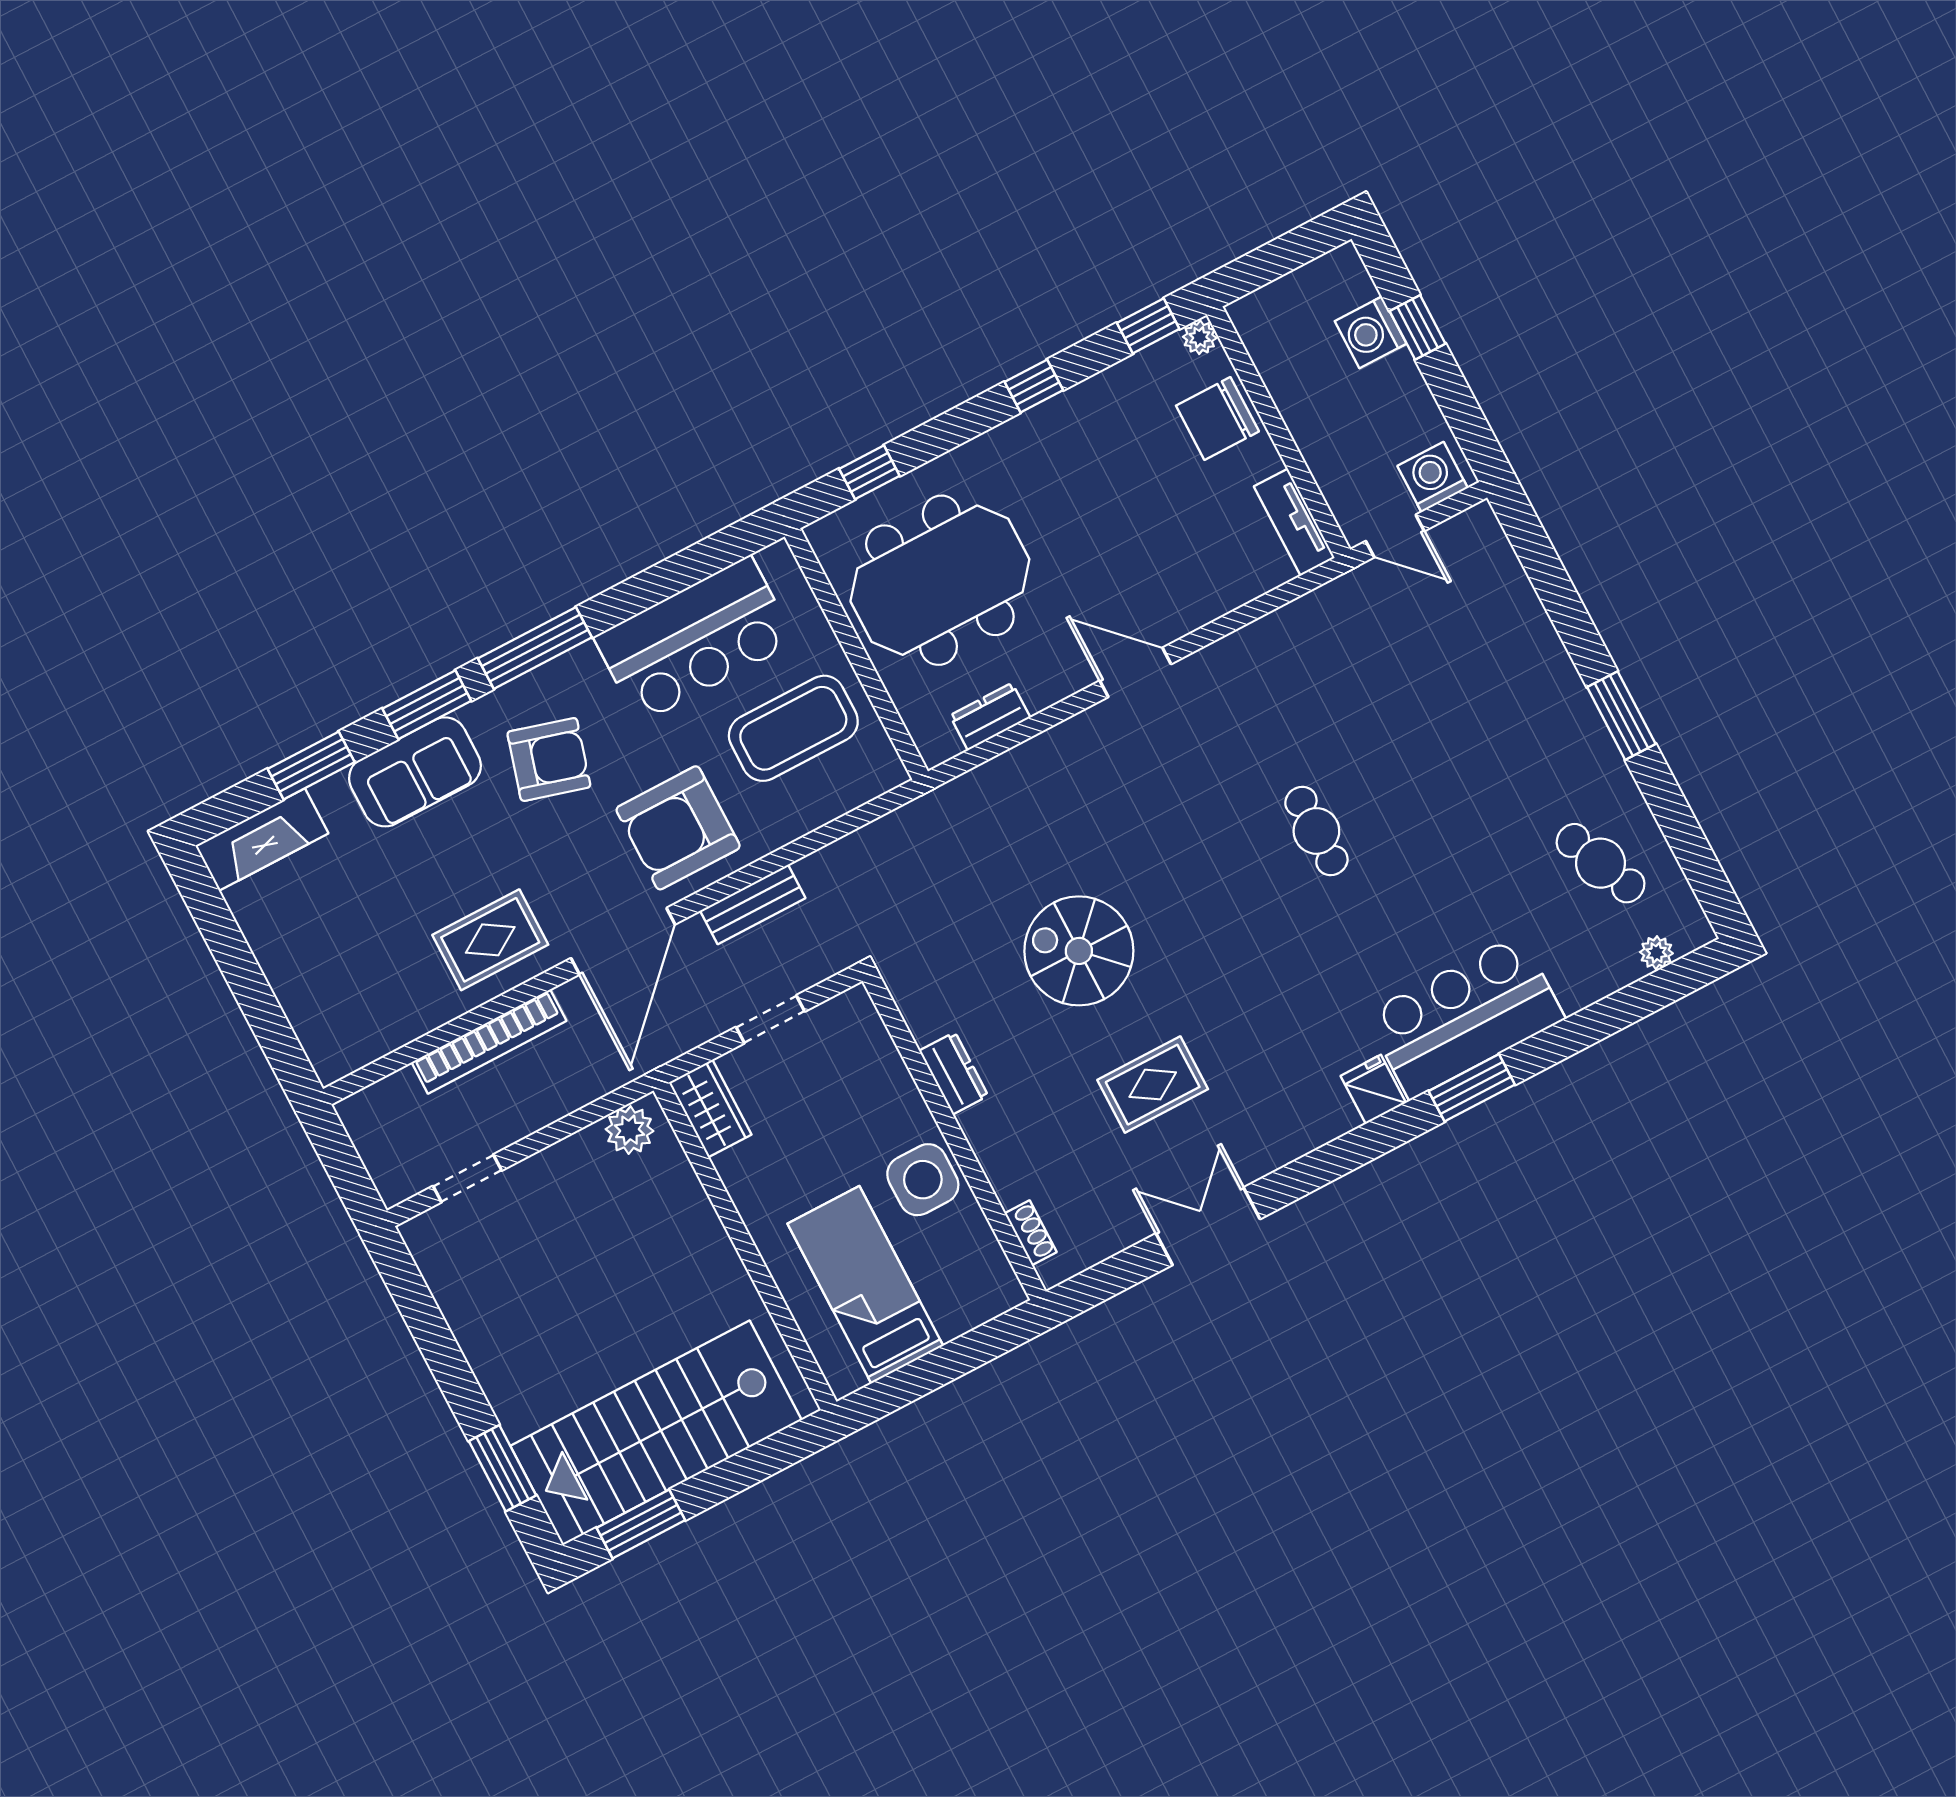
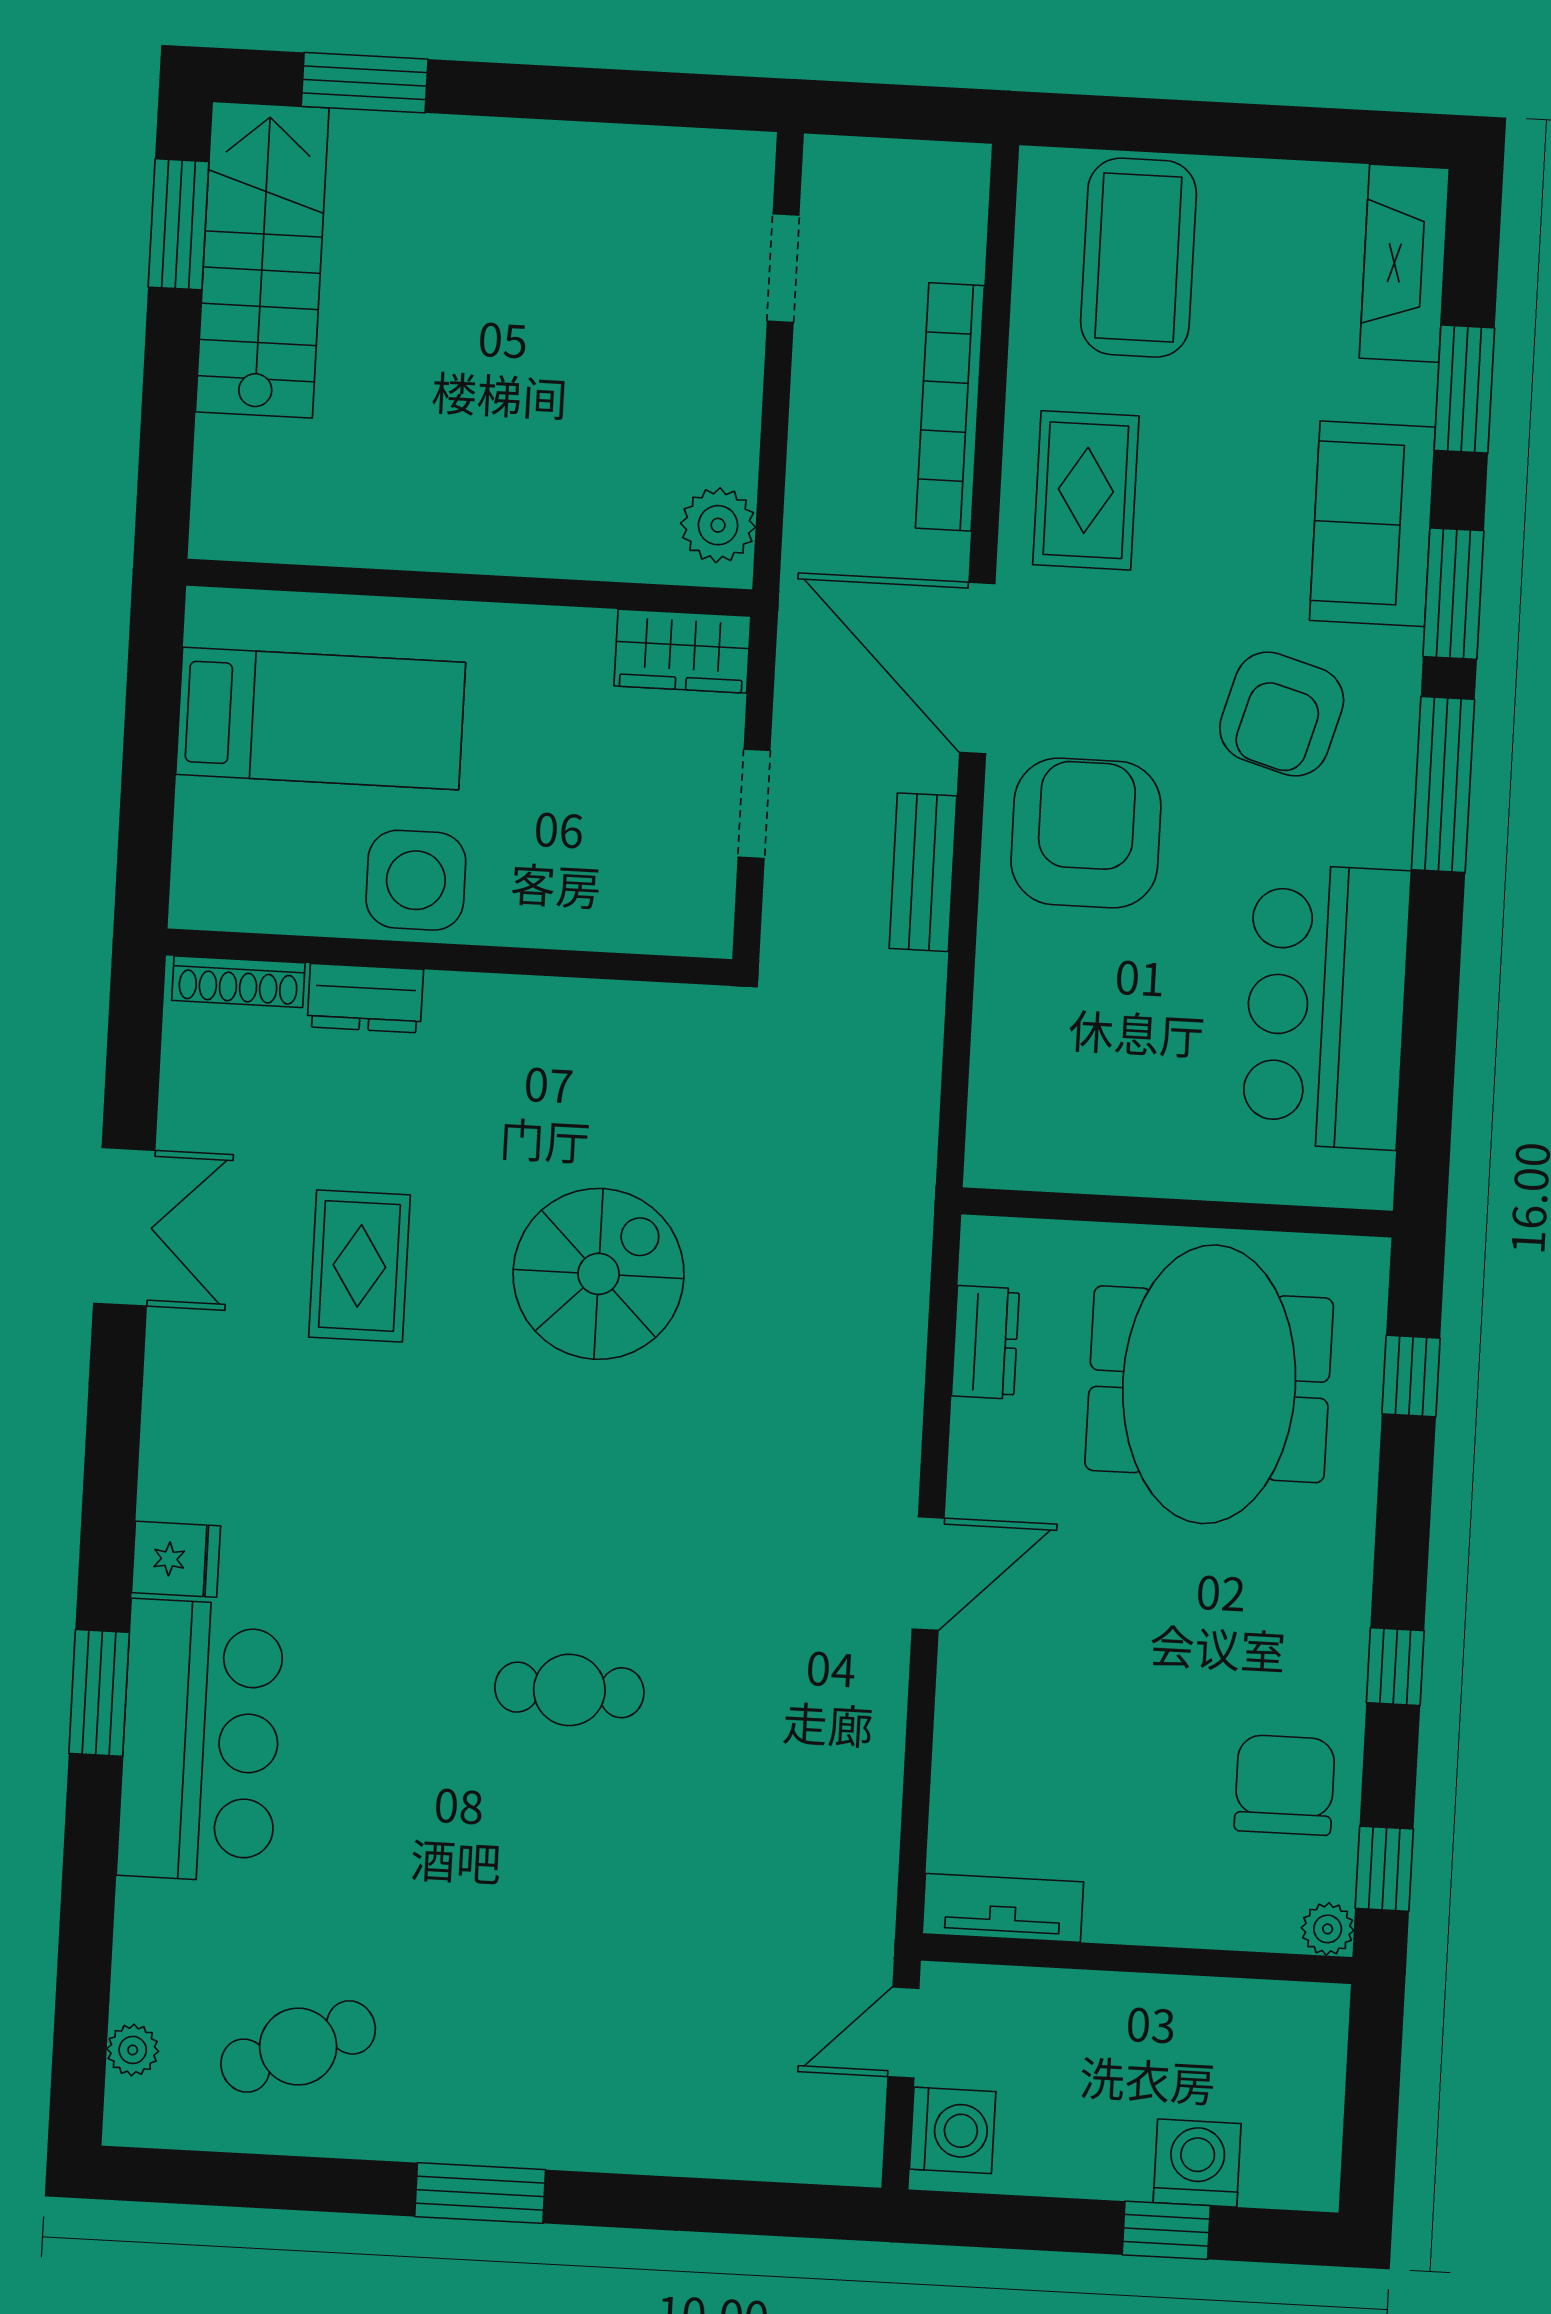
chair: (1217, 418) -> (1285, 1785), moved
coffee table: (793, 728) -> (1138, 258), moved
dresser: (954, 1073) -> (365, 998), moved
shoe rack: (1031, 1233) -> (238, 982), width x1.43
stairs: (656, 1433) -> (262, 260), width x0.73, depth x0.66

